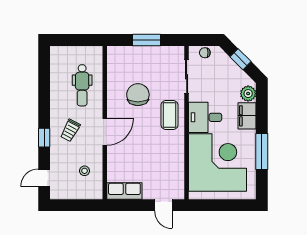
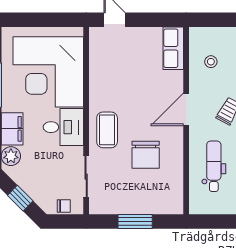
row of seats: (124, 191) -> (173, 48), moved, turned 90

